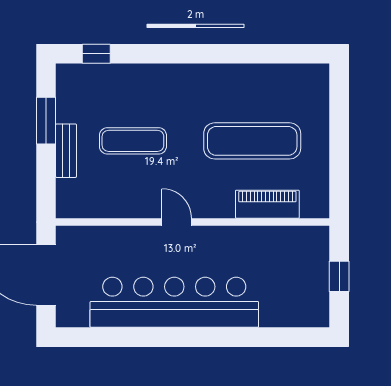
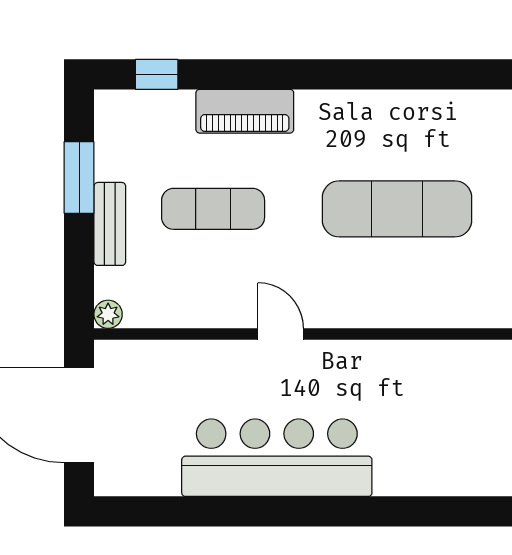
piano: (267, 204) -> (245, 111), moved, turned 180
plant: (65, 209) -> (108, 314), added
bar counter: (174, 302) -> (277, 458), width x0.73

